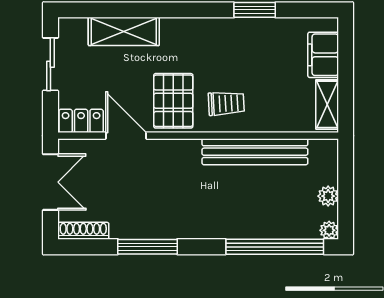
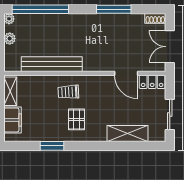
pallet: (173, 101) -> (76, 119), moved, width x0.67, depth x0.71
shoe rack: (83, 231) -> (155, 18), width x0.70

